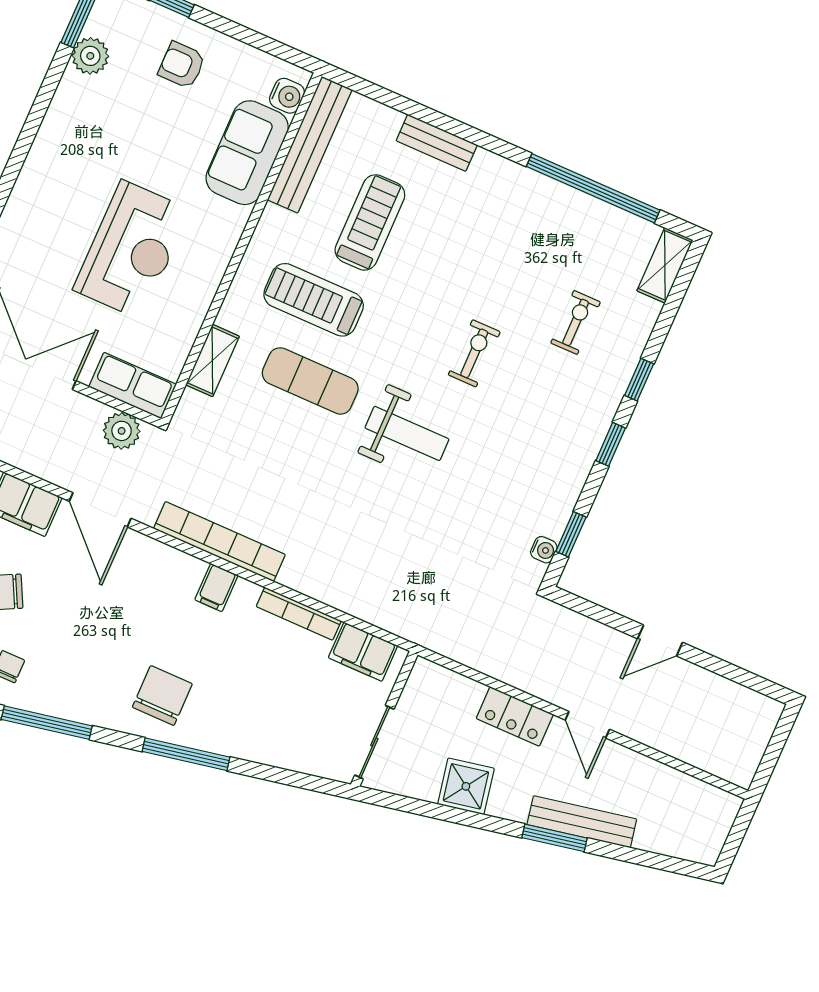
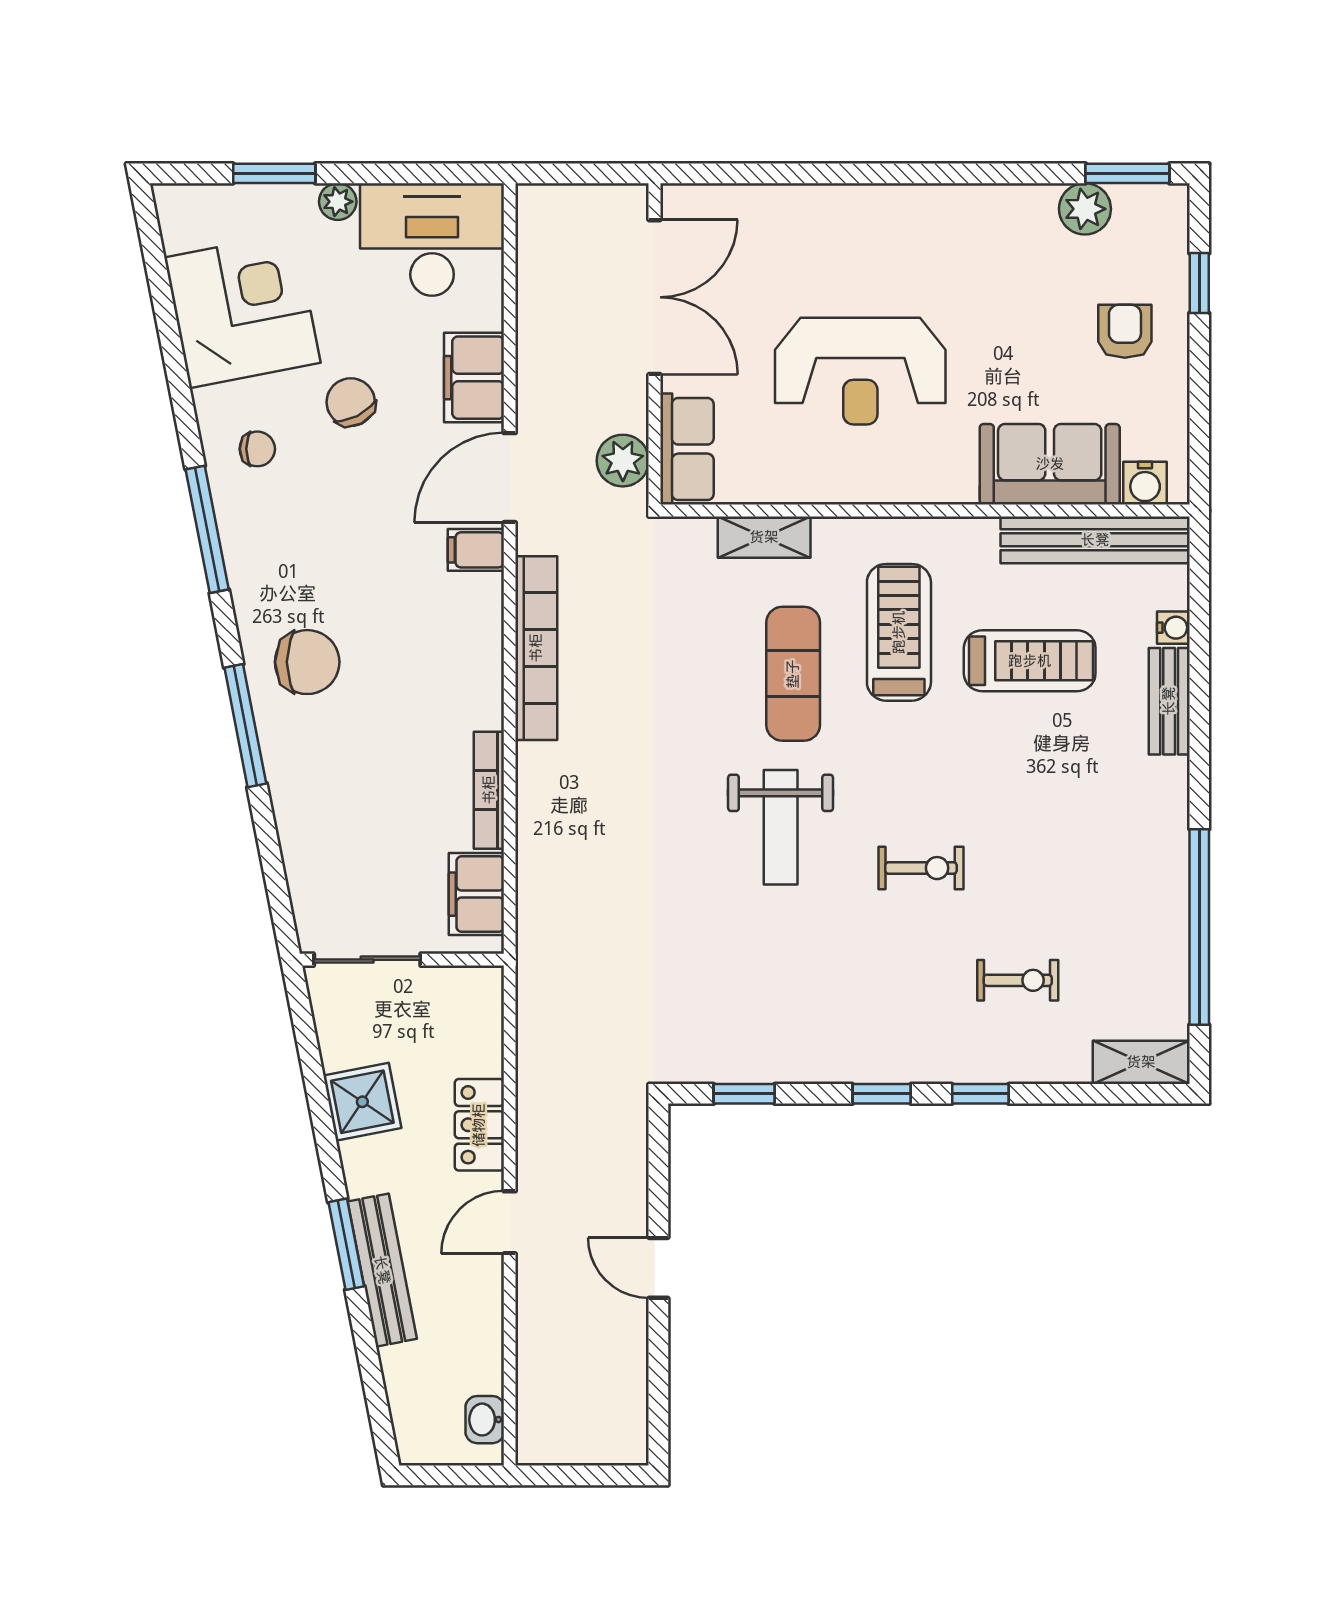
water cooler: (544, 550) -> (1173, 628), moved, turned -90
filing cabinet: (216, 588) -> (476, 550), moved
washbasin: (709, 798) -> (485, 1420), added

